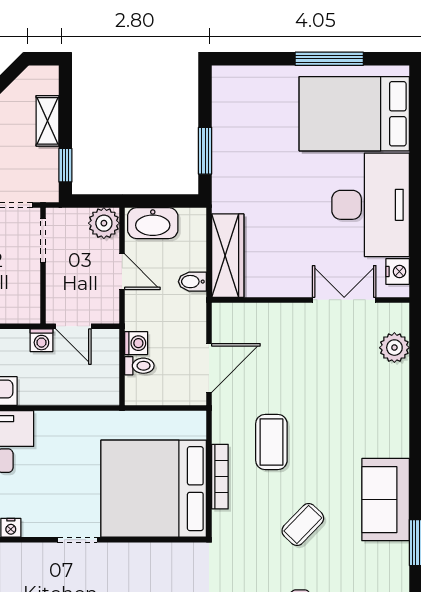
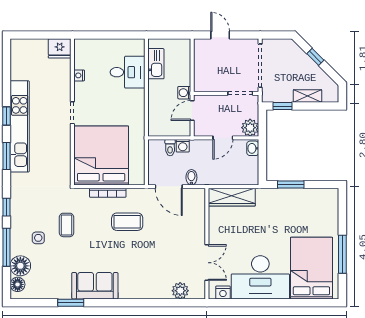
washbasin: (153, 223) -> (253, 148), width x0.52, depth x0.69
bidet: (192, 282) -> (191, 177), moved
coffee table: (303, 524) -> (67, 225), moved, turned 46

